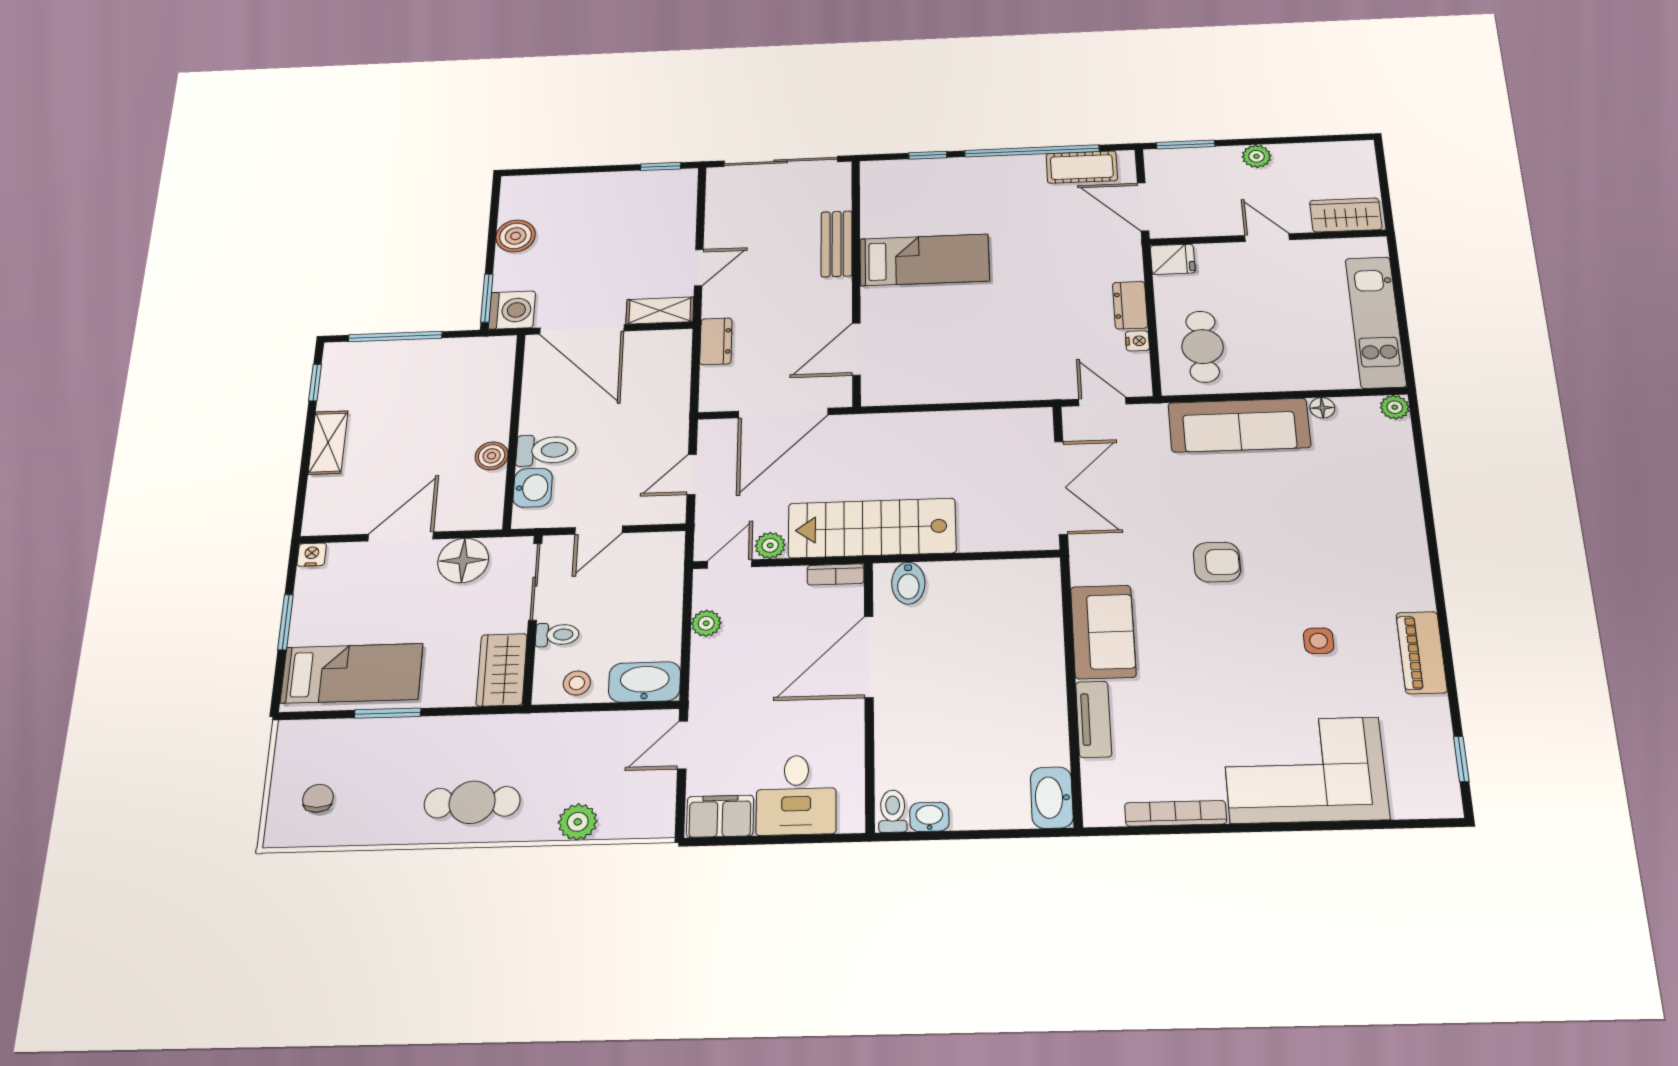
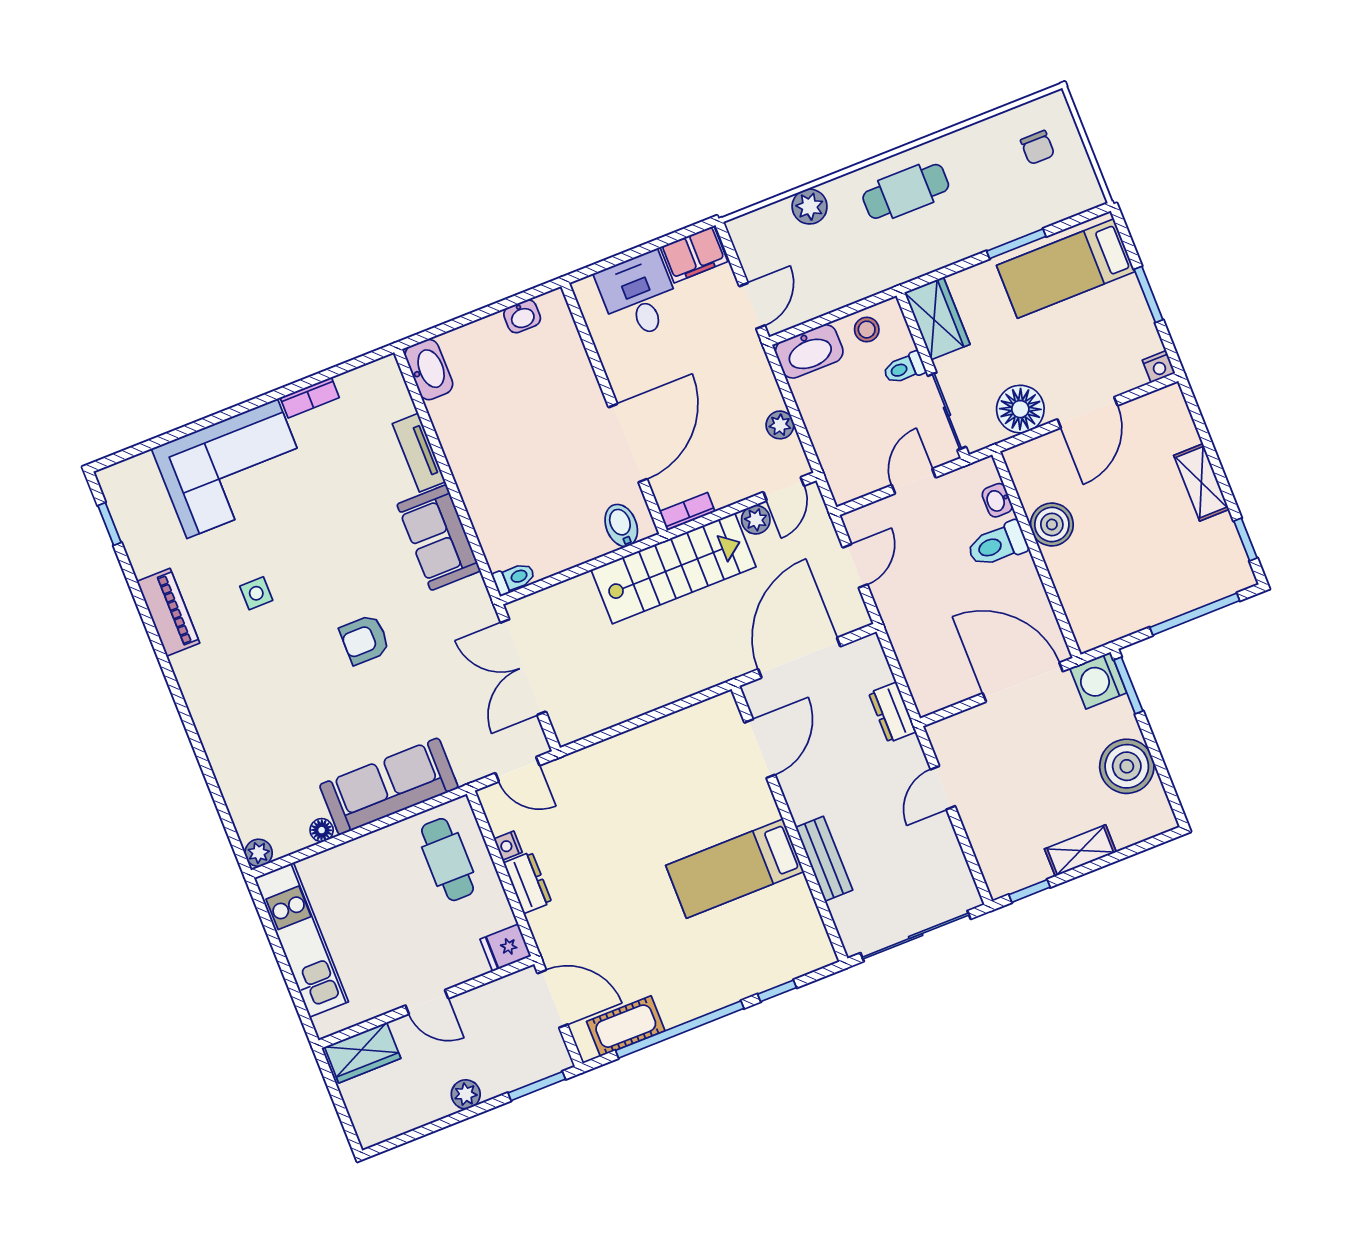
boiler: (516, 236) -> (1127, 766), width x1.37, depth x1.37
shelving: (660, 311) -> (1080, 851), moved
boiler: (492, 456) -> (1052, 524), width x1.36, depth x1.36
washbasin: (533, 488) -> (997, 500), width x0.72, depth x0.69
toilet: (893, 811) -> (514, 578), moved, turned -90
bookcase: (1176, 813) -> (310, 398), width x0.64

